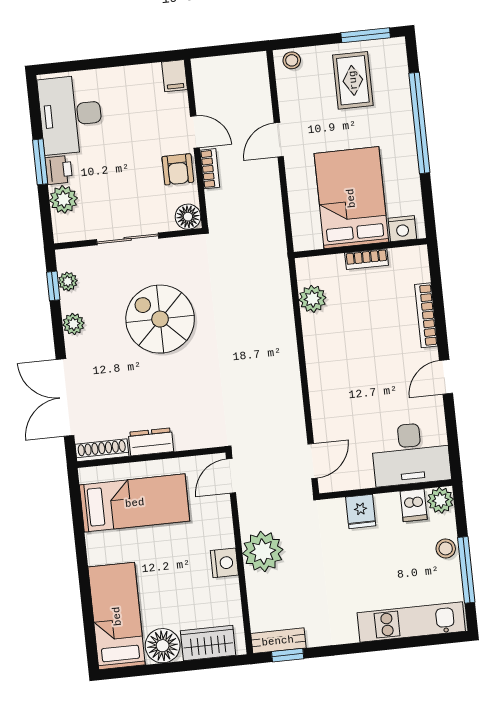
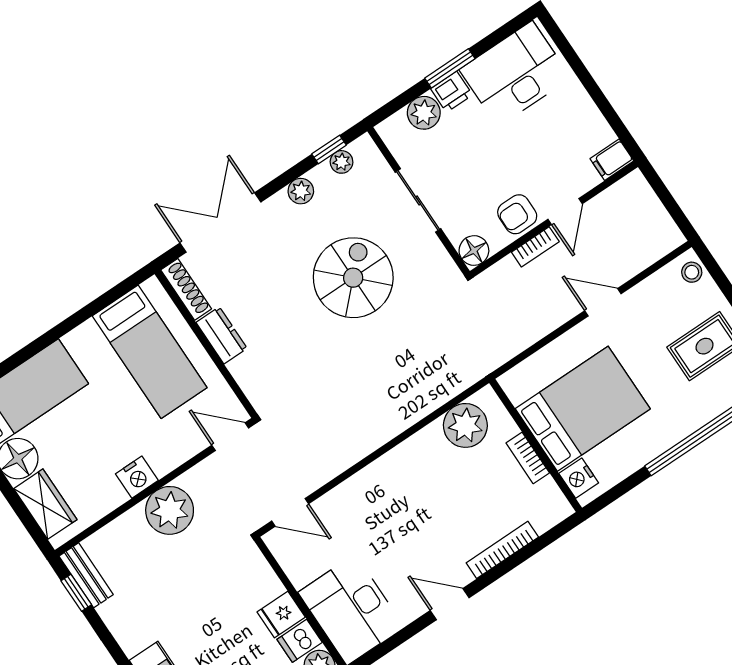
plant: (313, 299) -> (465, 425), width x1.36, depth x1.36
fridge: (361, 511) -> (281, 615), moved

